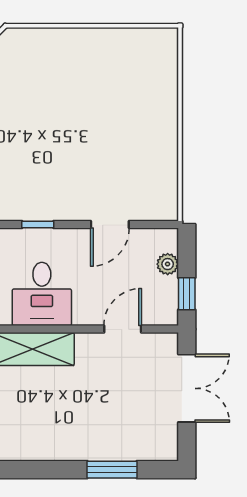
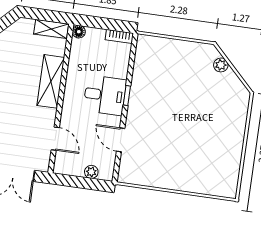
desk: (42, 294) -> (105, 95), moved, turned 180
window: (187, 294) -> (71, 181), removed

